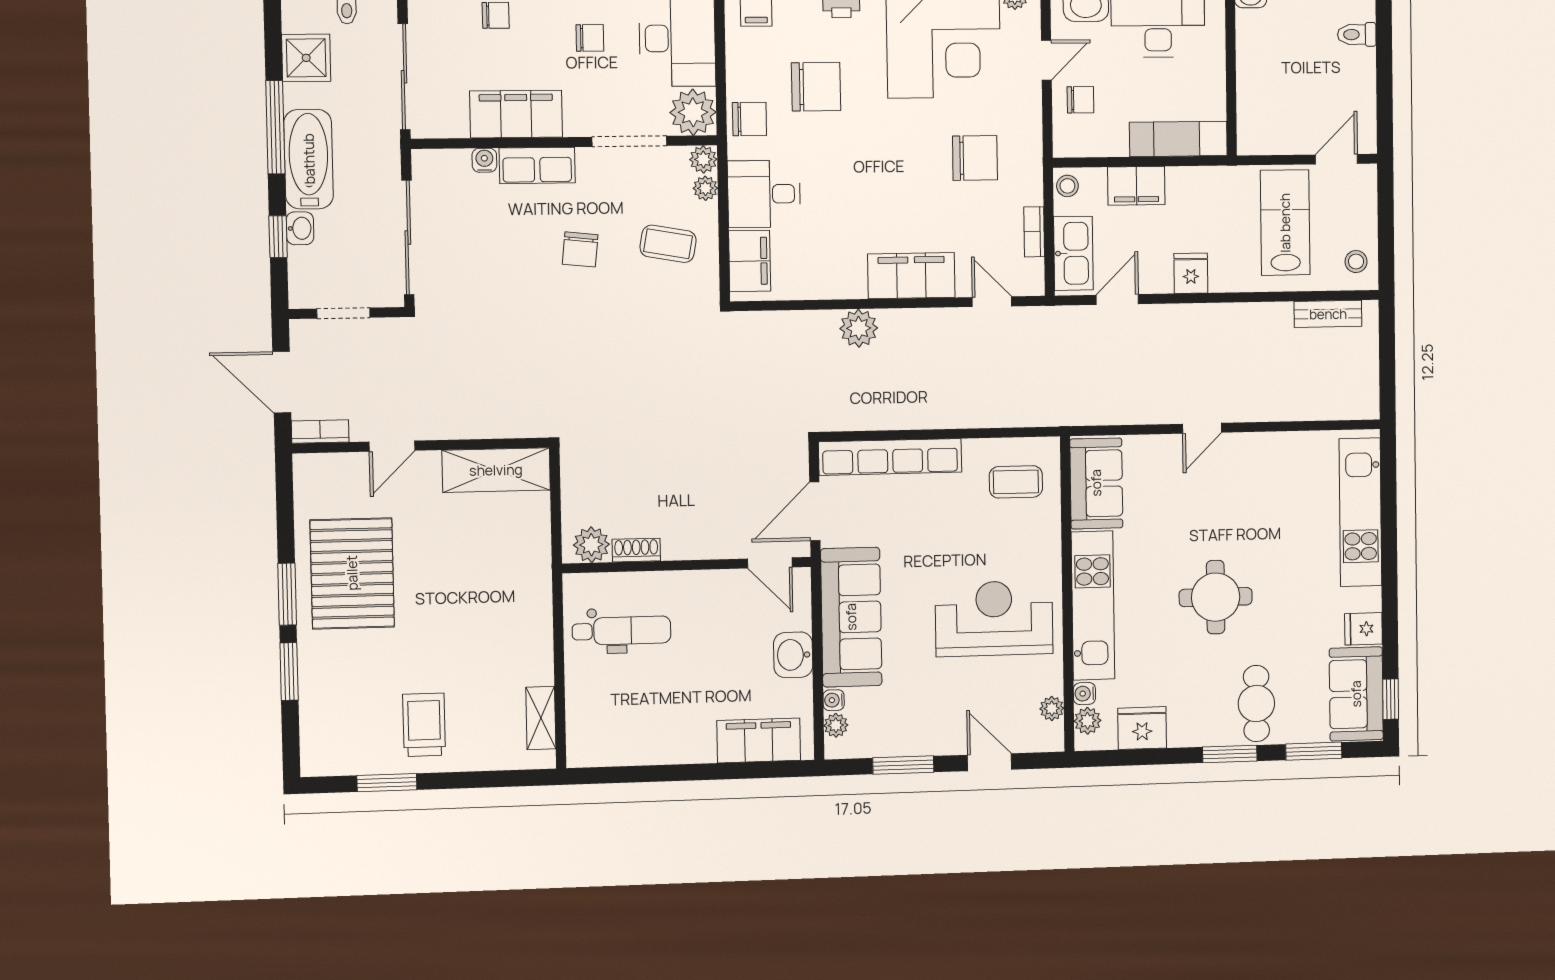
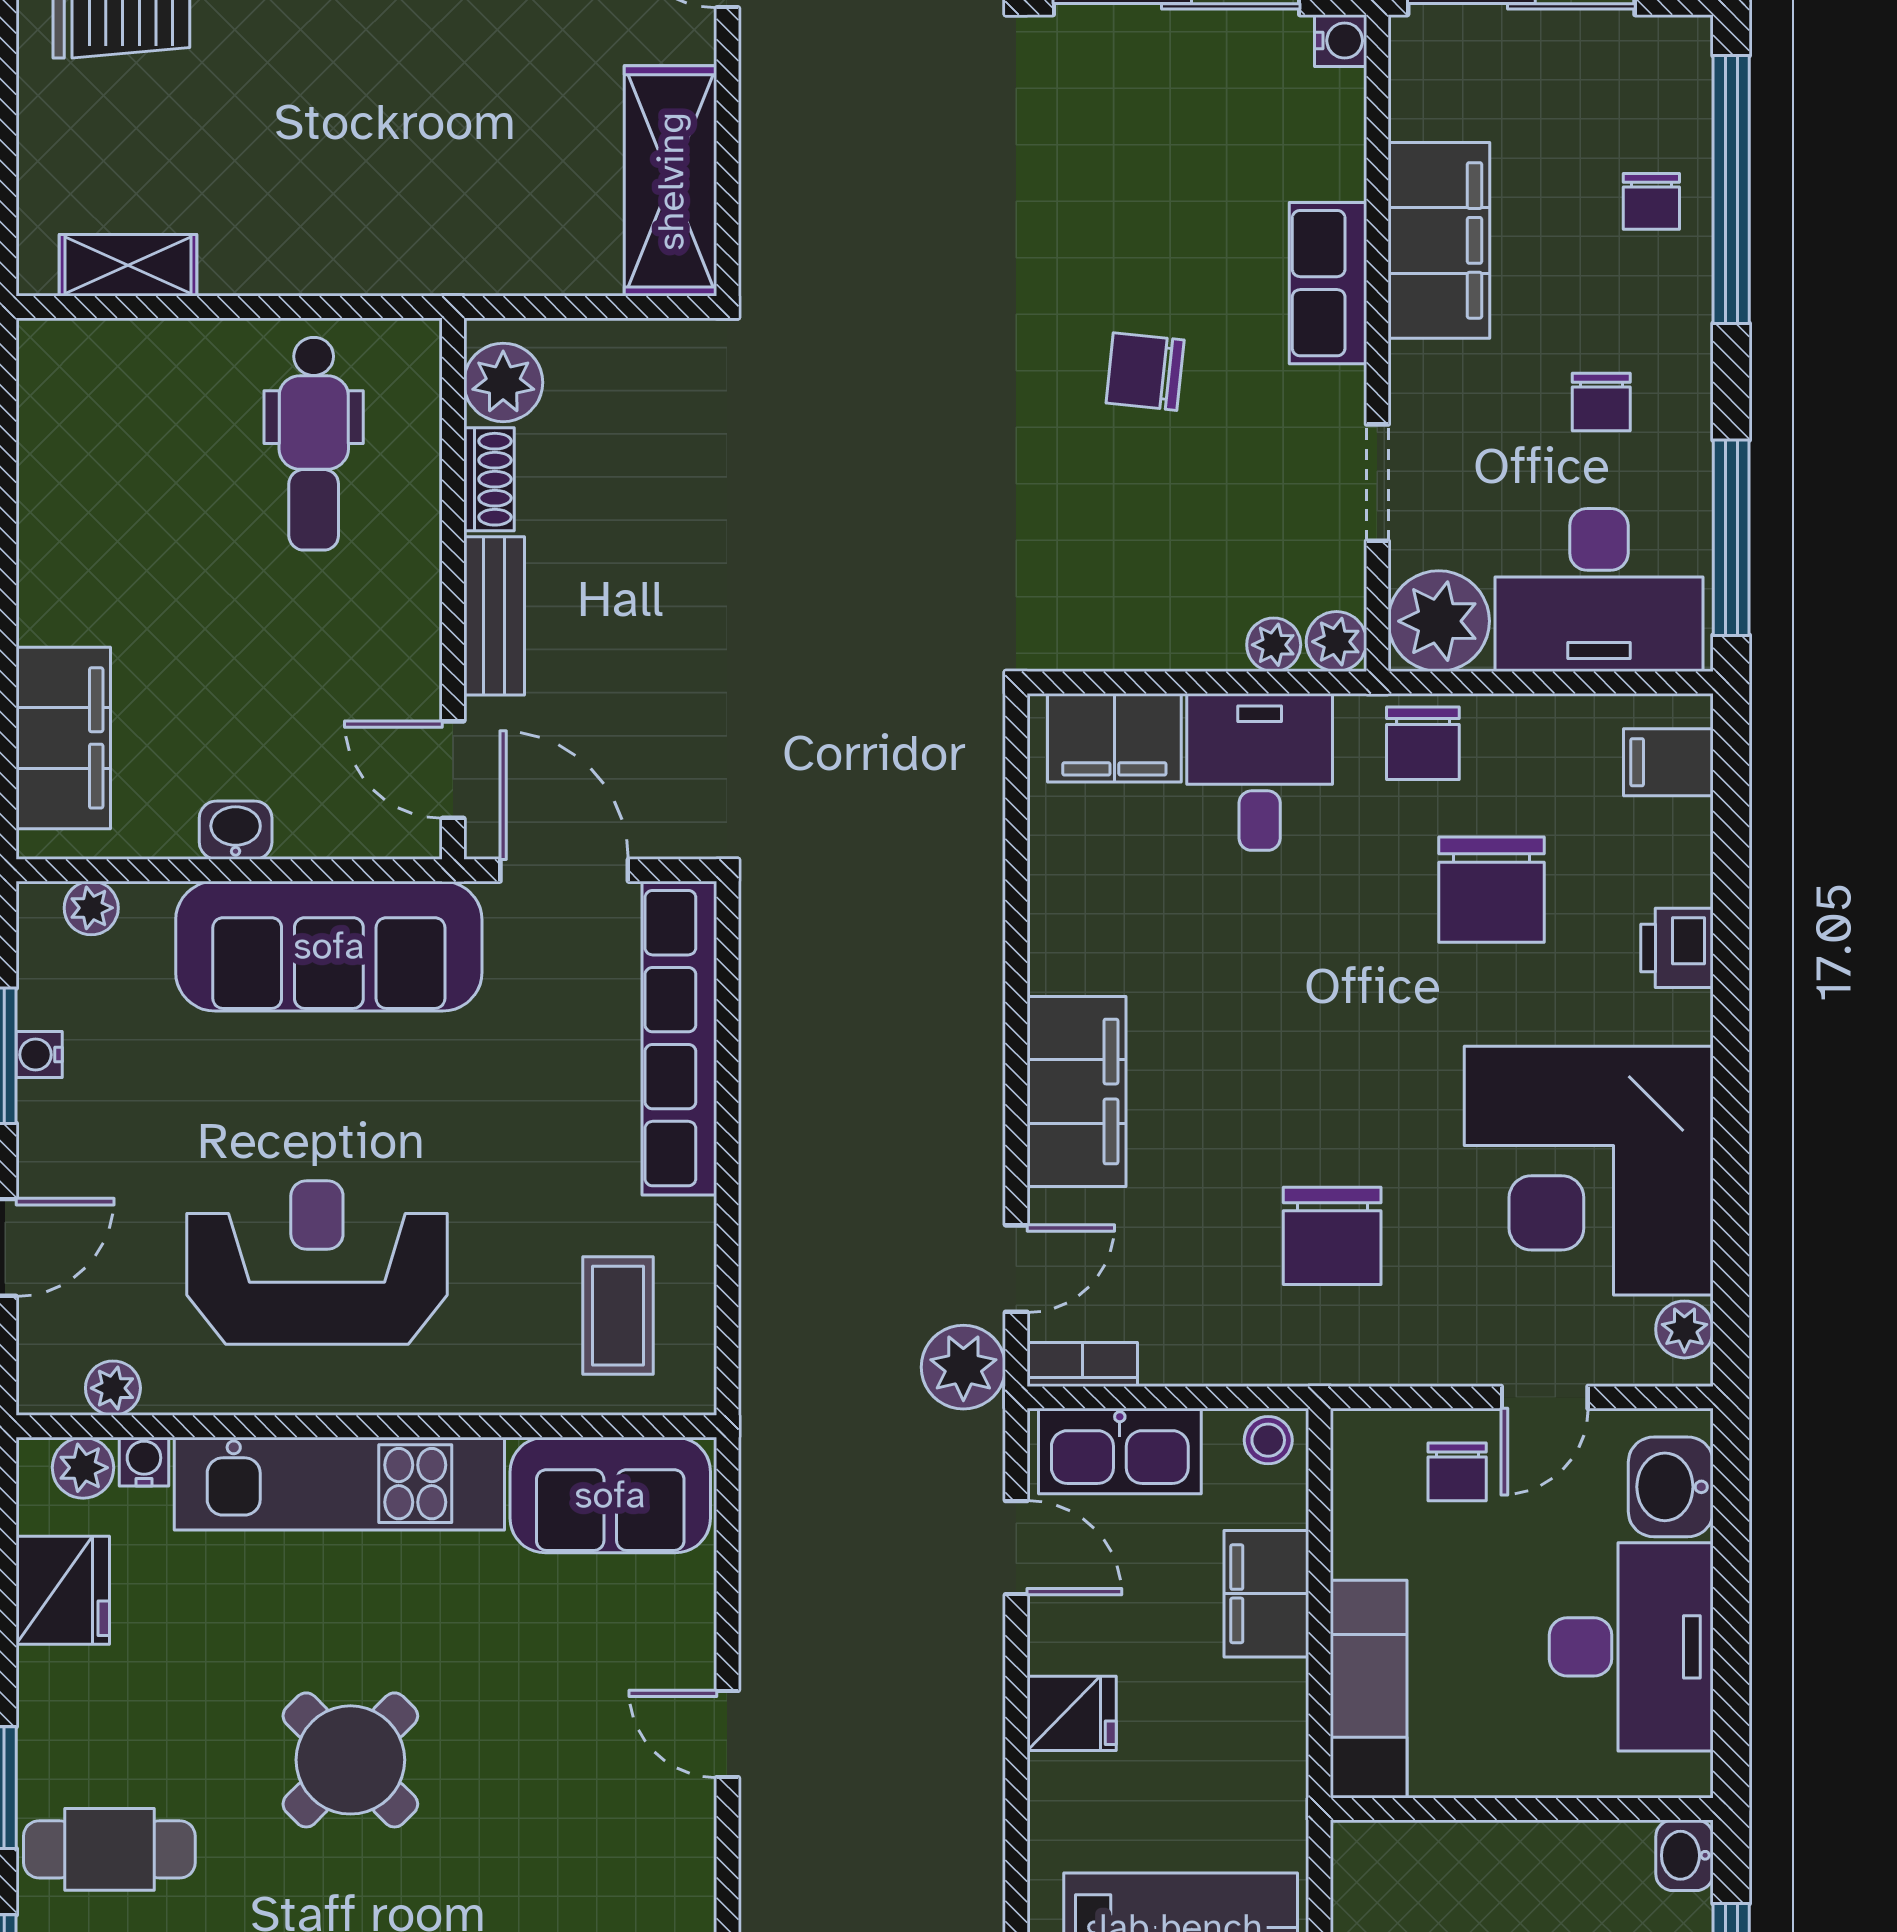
door: (1046, 60) -> (1545, 1397), hinge flipped
doorway: (629, 141) -> (1377, 483), width x0.73
water cooler: (484, 160) -> (1341, 41), moved
bookcase: (1034, 232) -> (1082, 1364), moved
coffee table: (668, 244) -> (1154, 561), removed
plant: (859, 328) -> (963, 1367), moved
bench: (699, 546) -> (494, 616), added
door: (770, 563) -> (453, 770), hinge flipped
round table: (1216, 597) -> (350, 1760), turned 45
reception desk: (994, 618) -> (317, 1262), turned -90
washbasin: (793, 655) -> (236, 830), width x0.72, depth x0.69
water cooler: (834, 700) -> (39, 1055), moved, turned -90

